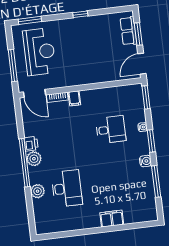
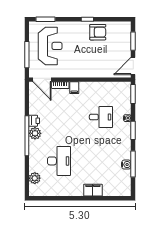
armchair: (95, 28) -> (98, 32), added
row of seats: (129, 31) -> (125, 38), removed
water cooler: (145, 161) -> (126, 165), moved
plant: (37, 191) -> (35, 178), moved

